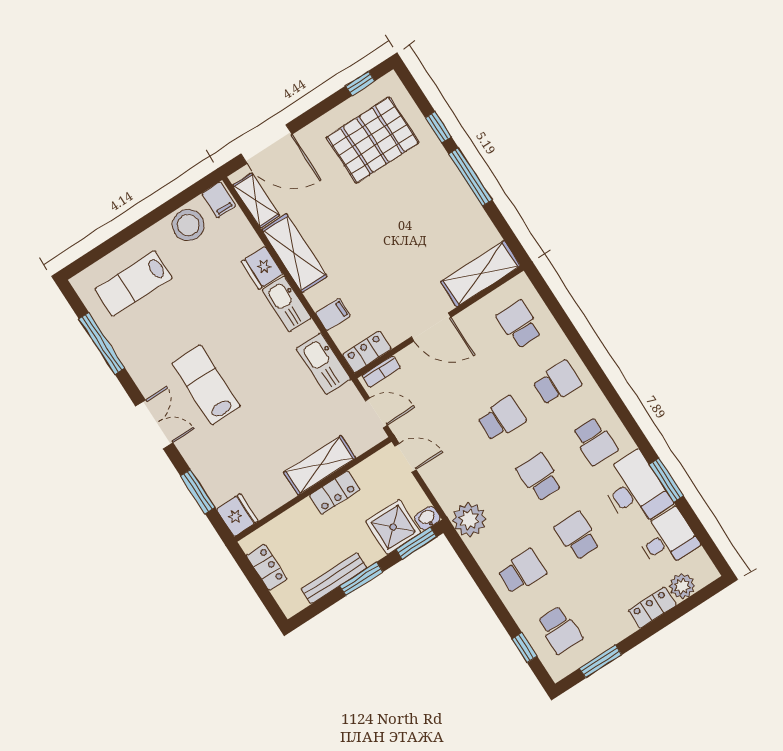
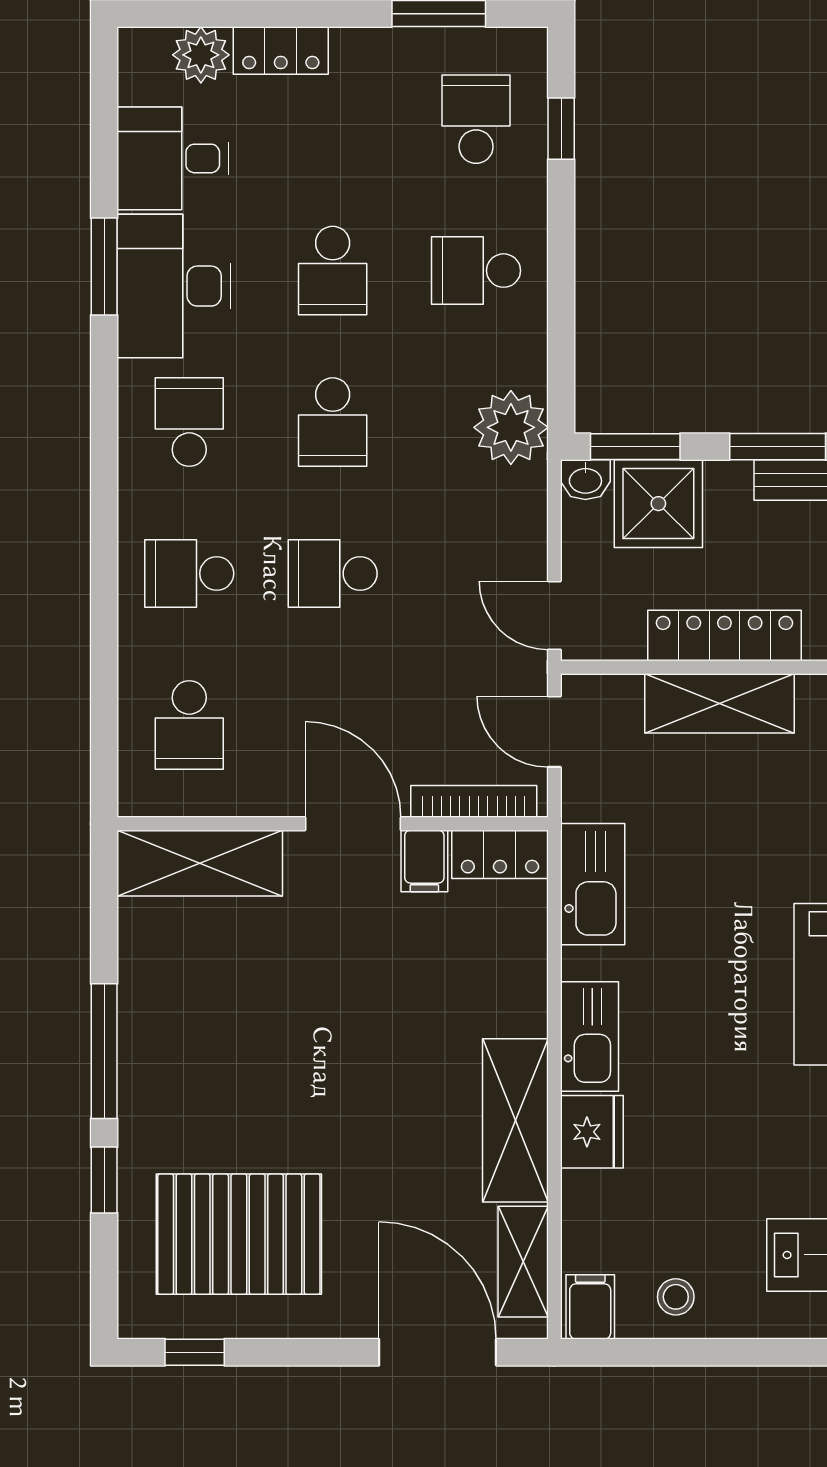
stool: (188, 225) -> (676, 1297), width x0.53, depth x0.53
filing cabinet: (333, 314) -> (424, 861), moved, turned -90
bookcase: (381, 372) -> (474, 801), width x1.56
locker: (335, 493) -> (724, 636), width x1.53

